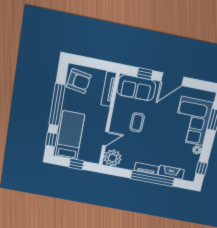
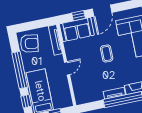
coffee table: (137, 122) -> (107, 53), moved
door: (106, 139) -> (67, 68), moved
plant: (113, 158) -> (82, 96), removed

